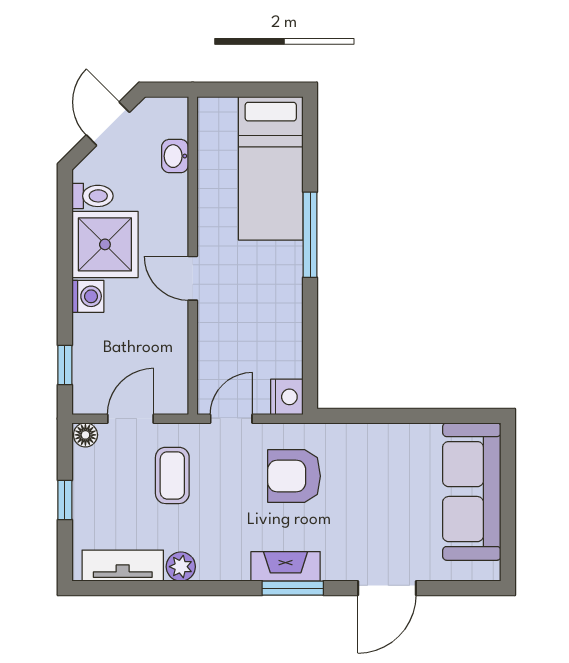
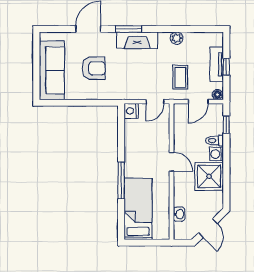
toilet: (92, 196) -> (215, 141), moved
armchair: (294, 476) -> (94, 68), moved
tv unit: (123, 566) -> (217, 64), moved, turned 90
fireplace: (286, 566) -> (137, 40), width x1.37, depth x1.32

